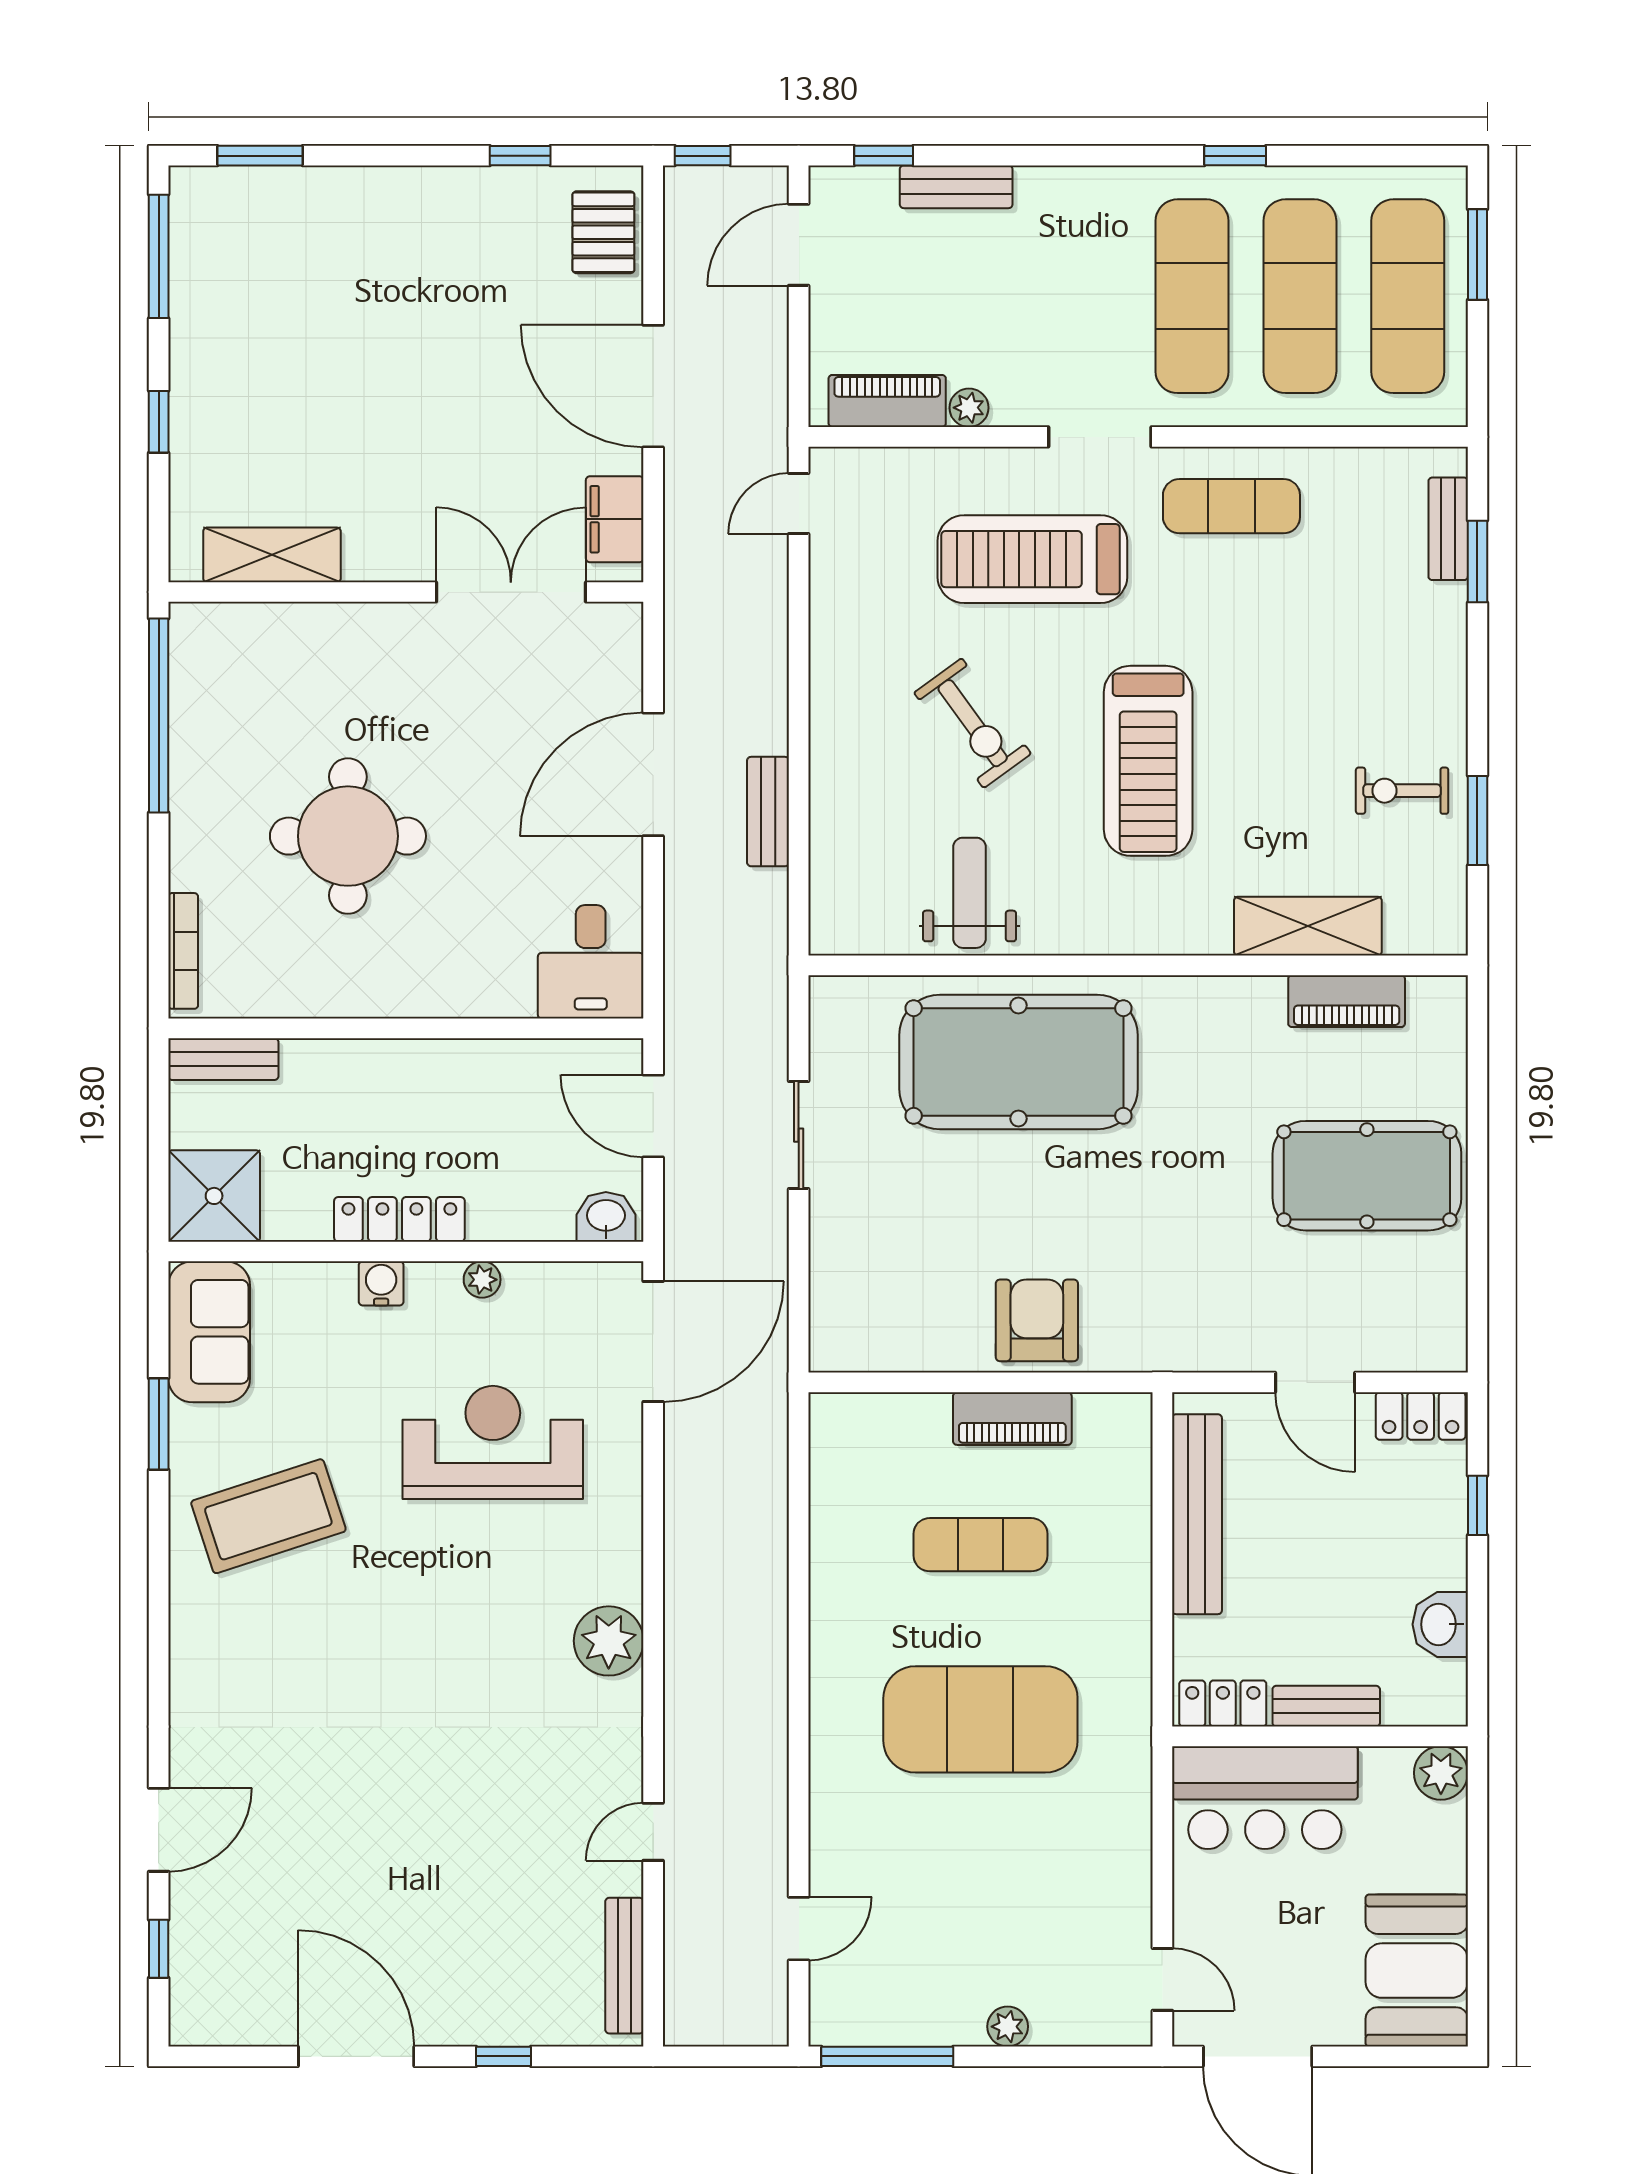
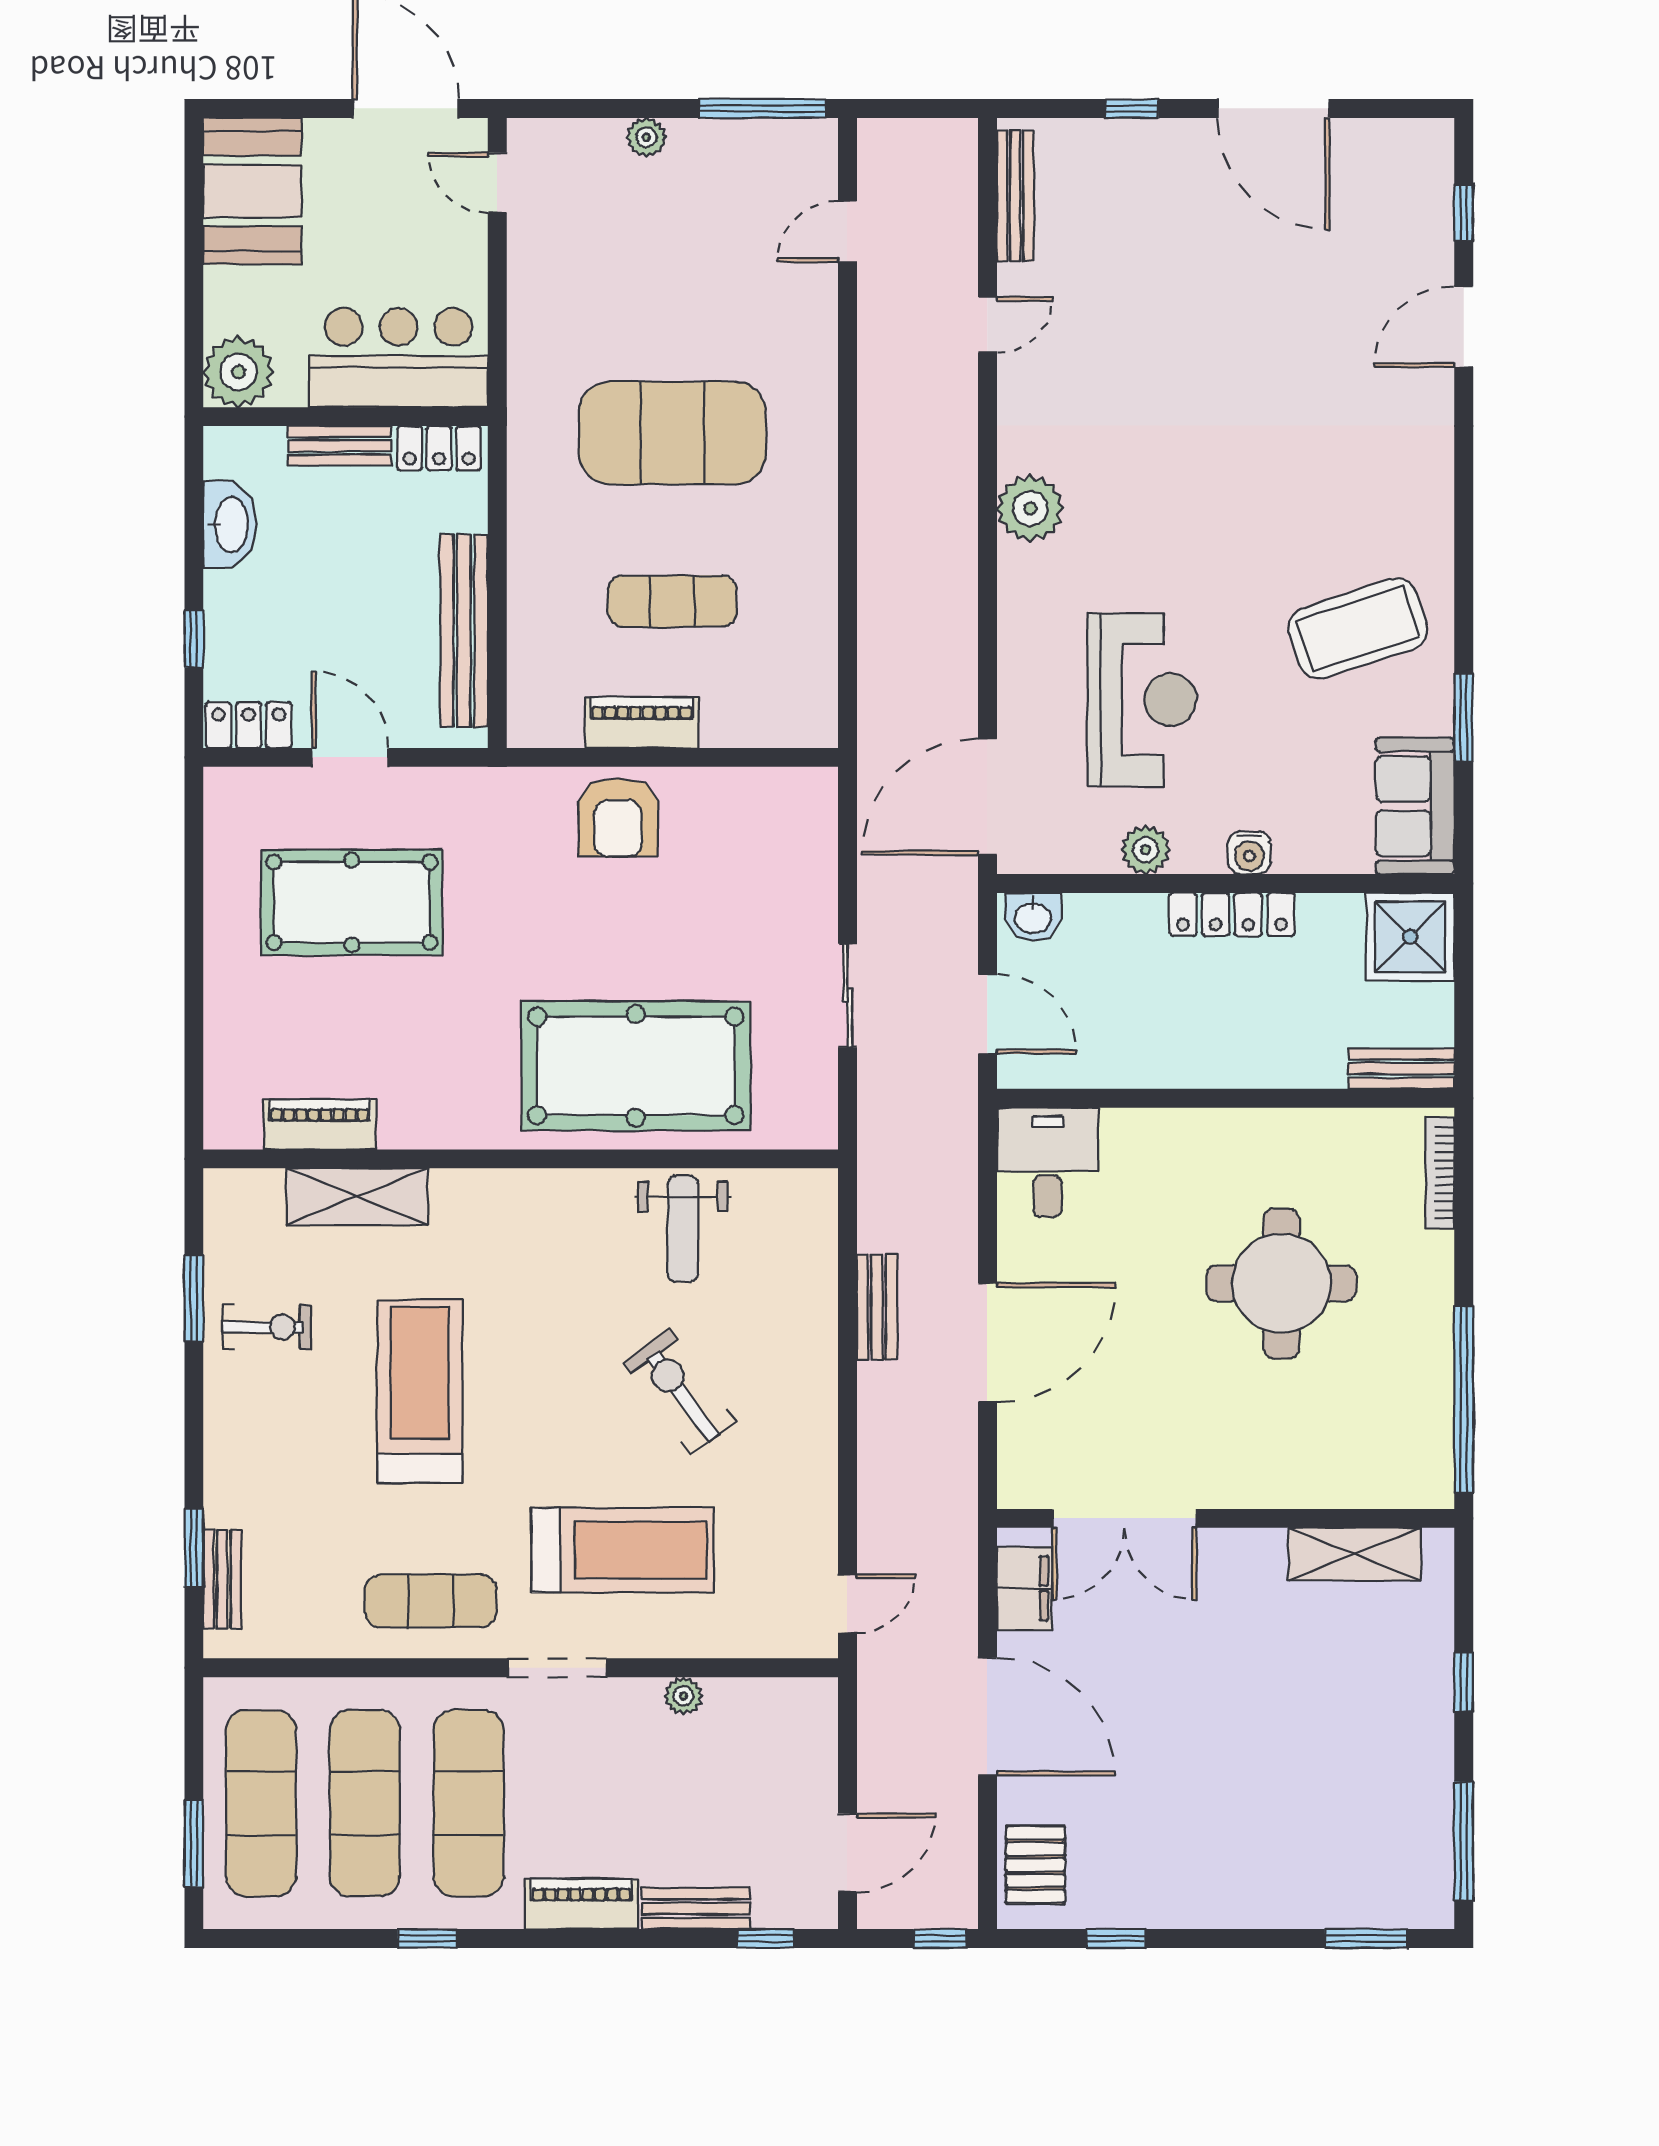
piano: (887, 401) -> (582, 1904), moved, turned 180
treadmill: (1148, 761) -> (420, 1391), moved
pool table: (1367, 1176) -> (352, 902), moved
plant: (482, 1280) -> (1146, 850), width x1.38, depth x1.38
reception desk: (493, 1442) -> (1142, 700), turned -90
washbasin: (1440, 1624) -> (230, 524), width x1.38
plant: (1441, 1773) -> (238, 372), width x1.36, depth x1.36

